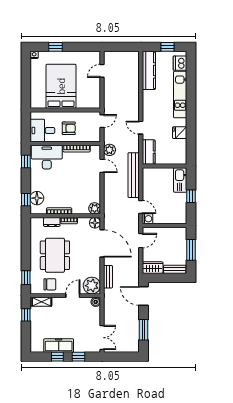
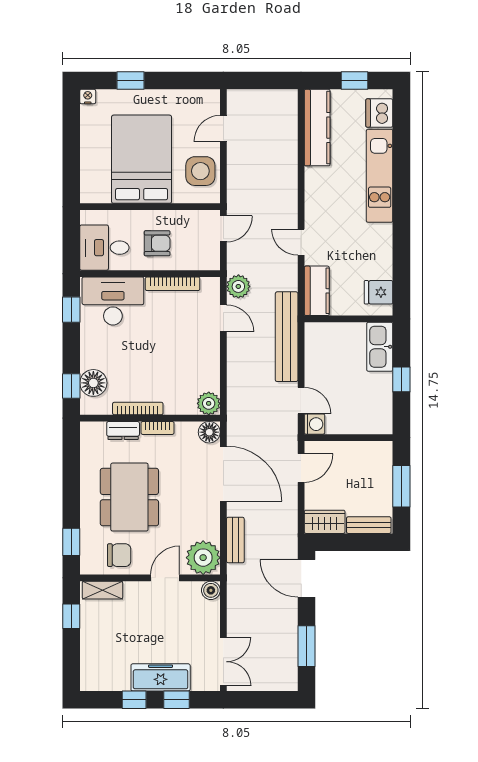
side table: (90, 92) -> (200, 171), added
fridge: (180, 133) -> (379, 292), moved
freezer: (59, 345) -> (161, 677), moved

